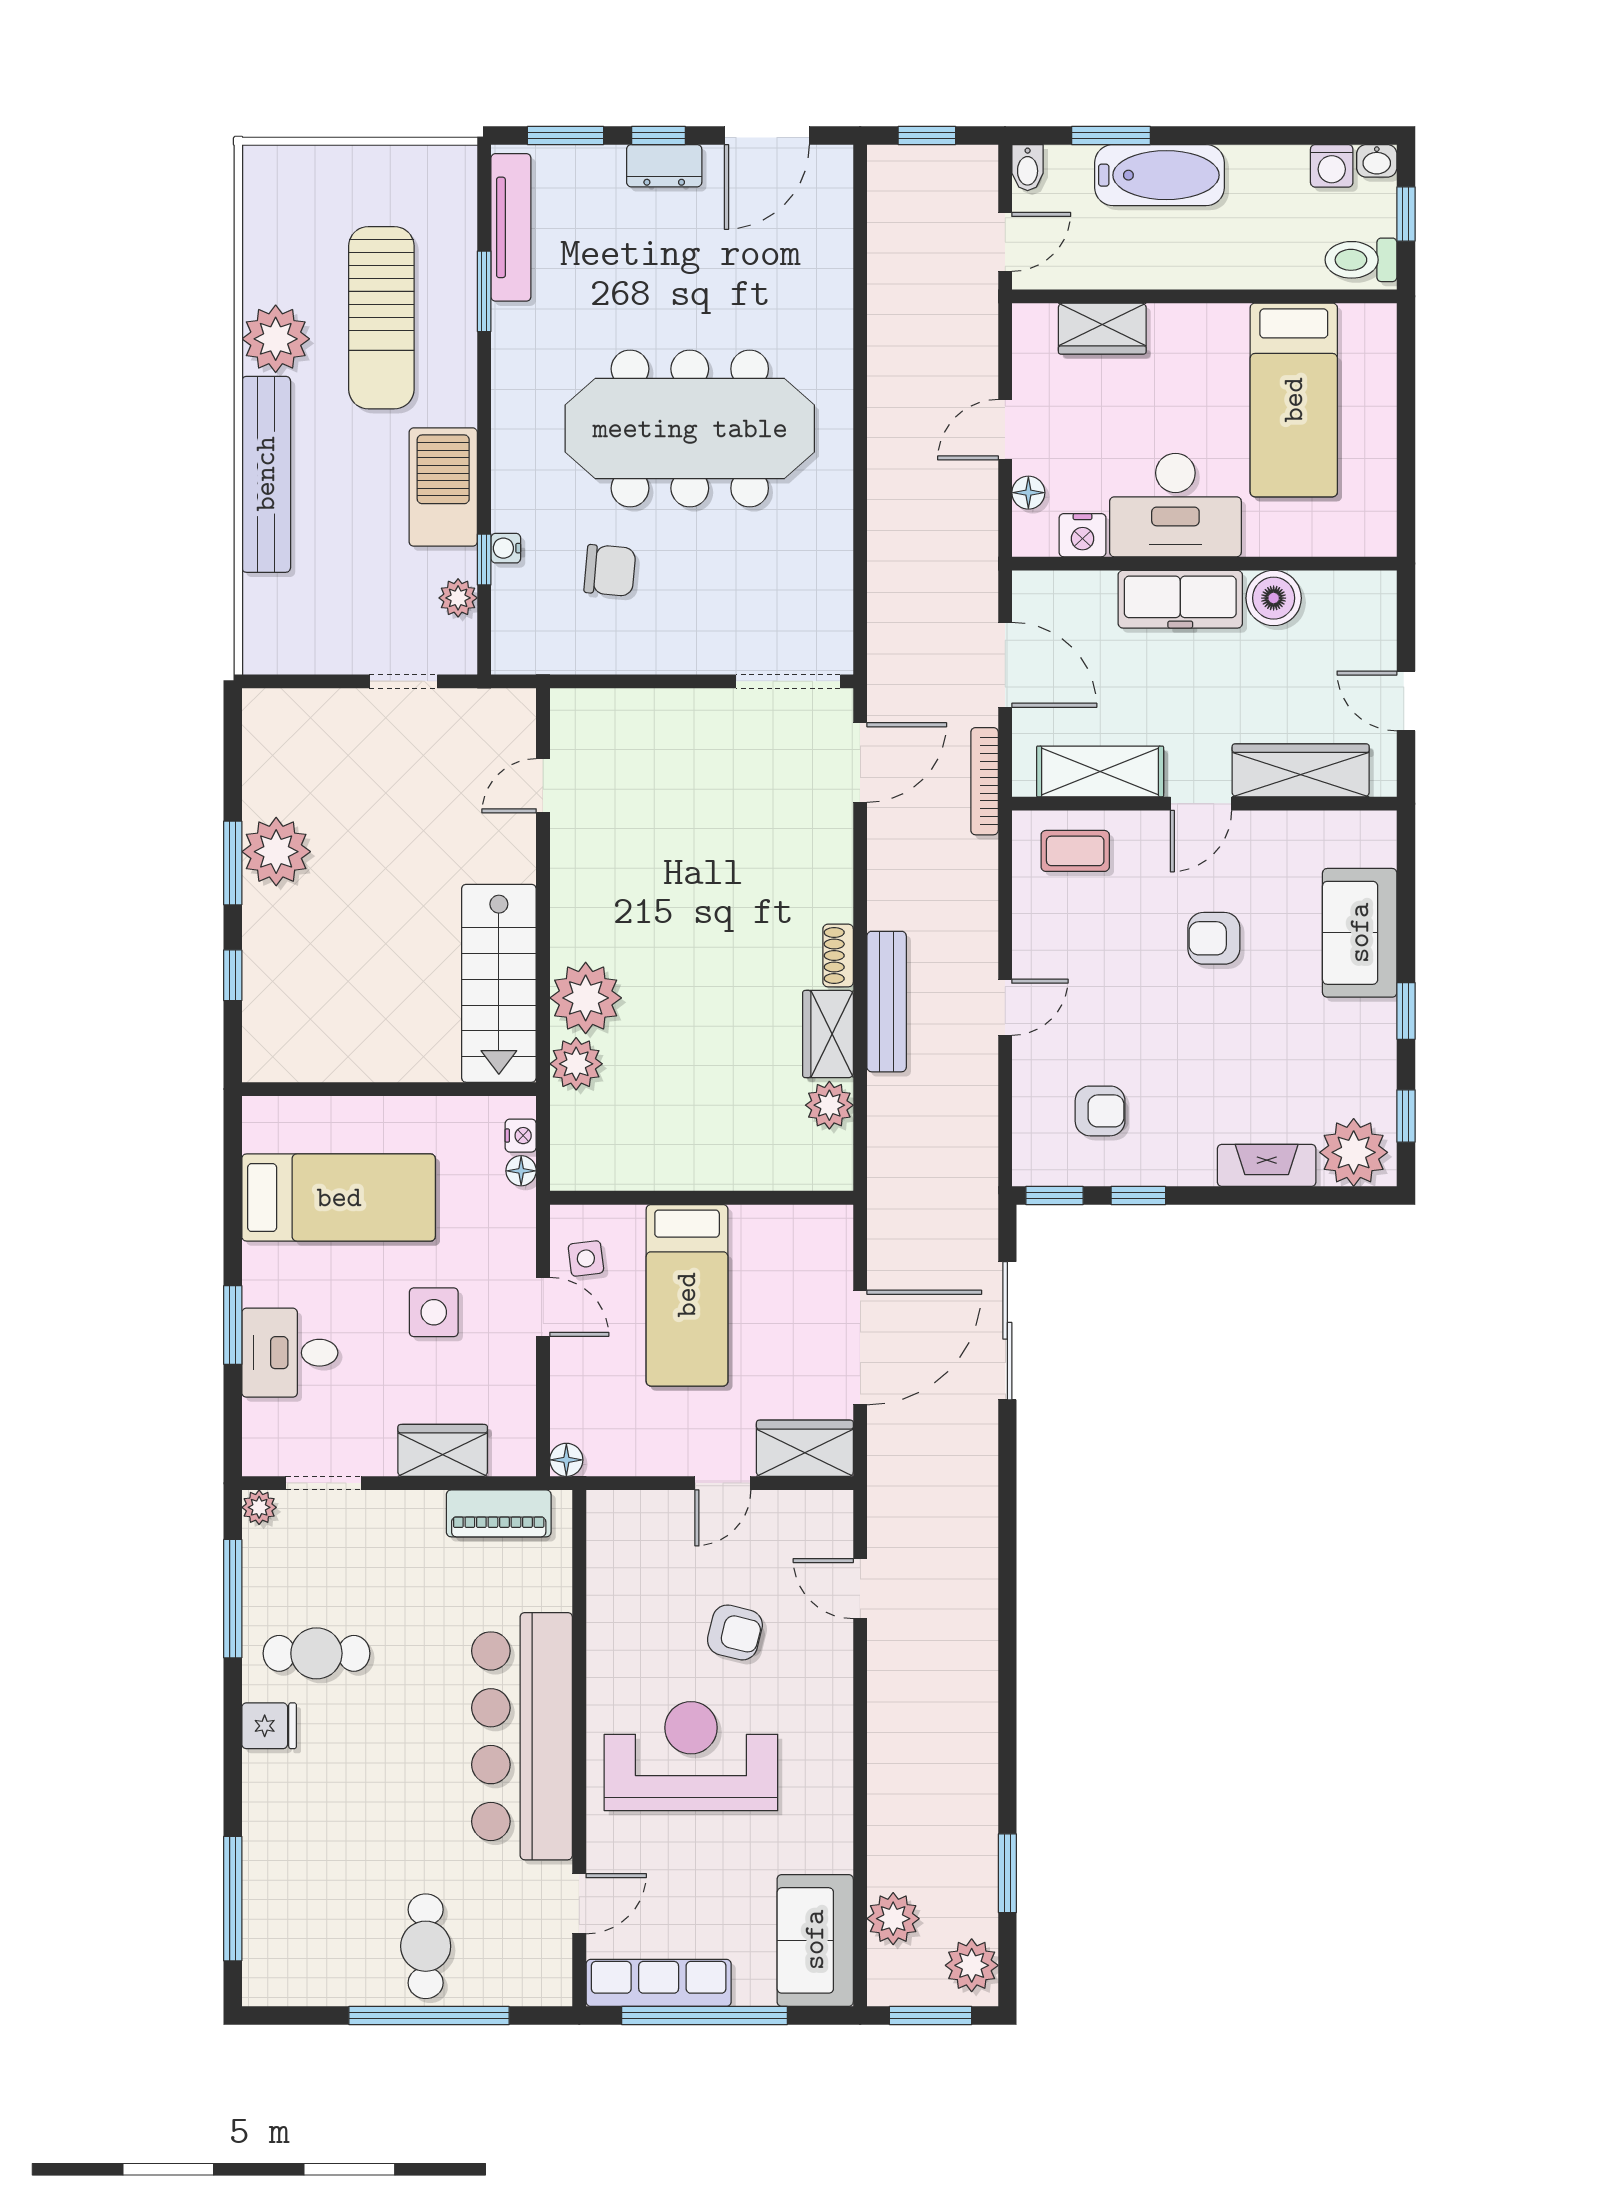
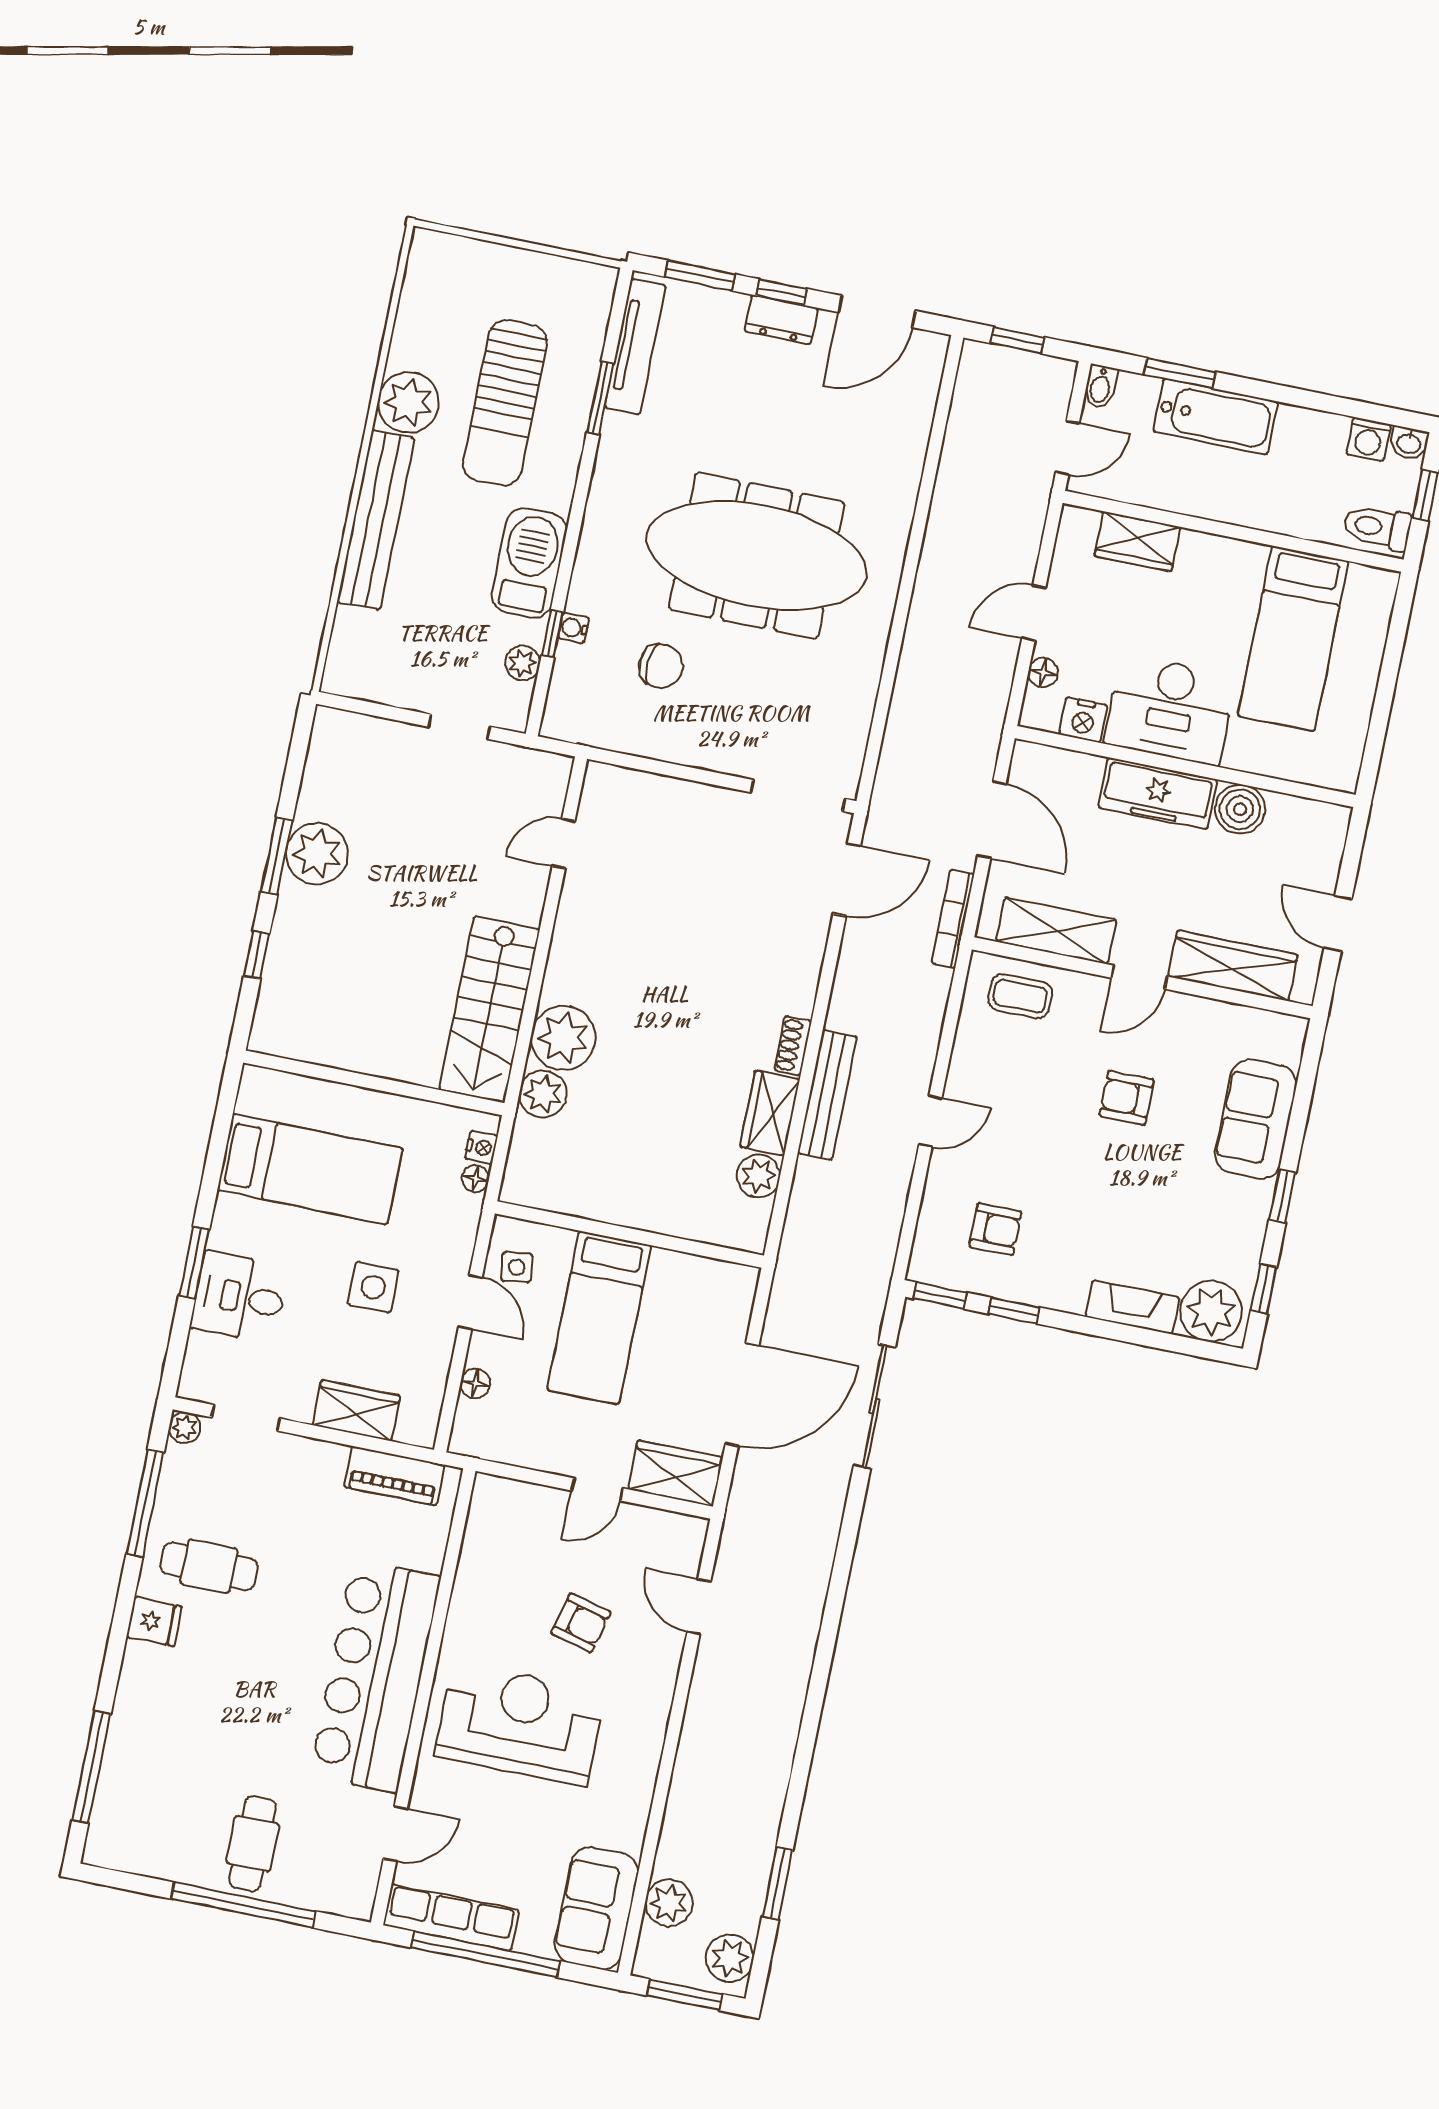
floor lamp: (566, 1460) -> (475, 1383), moved

